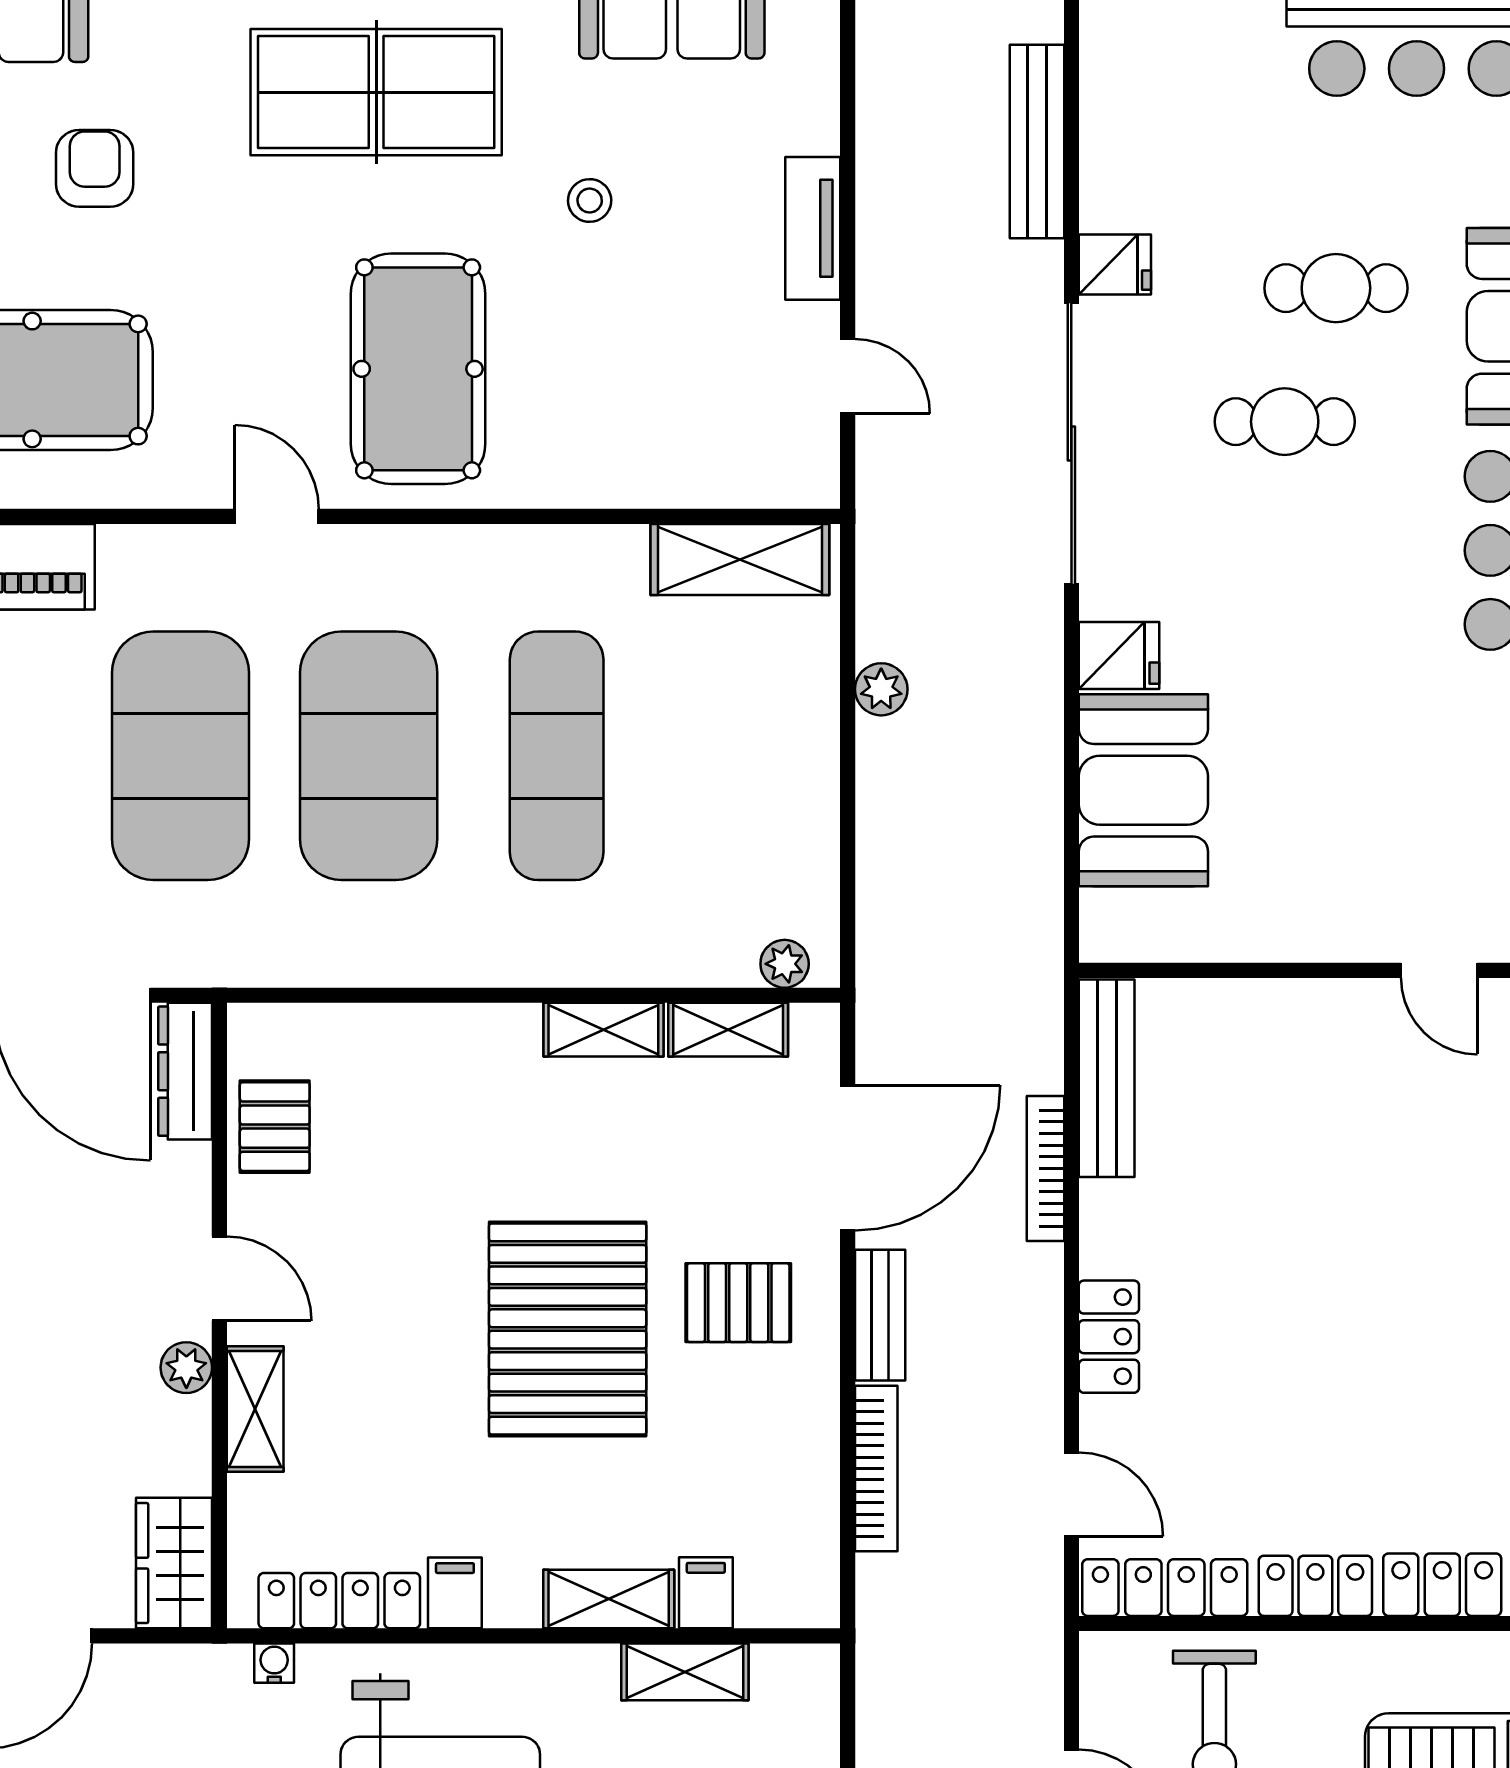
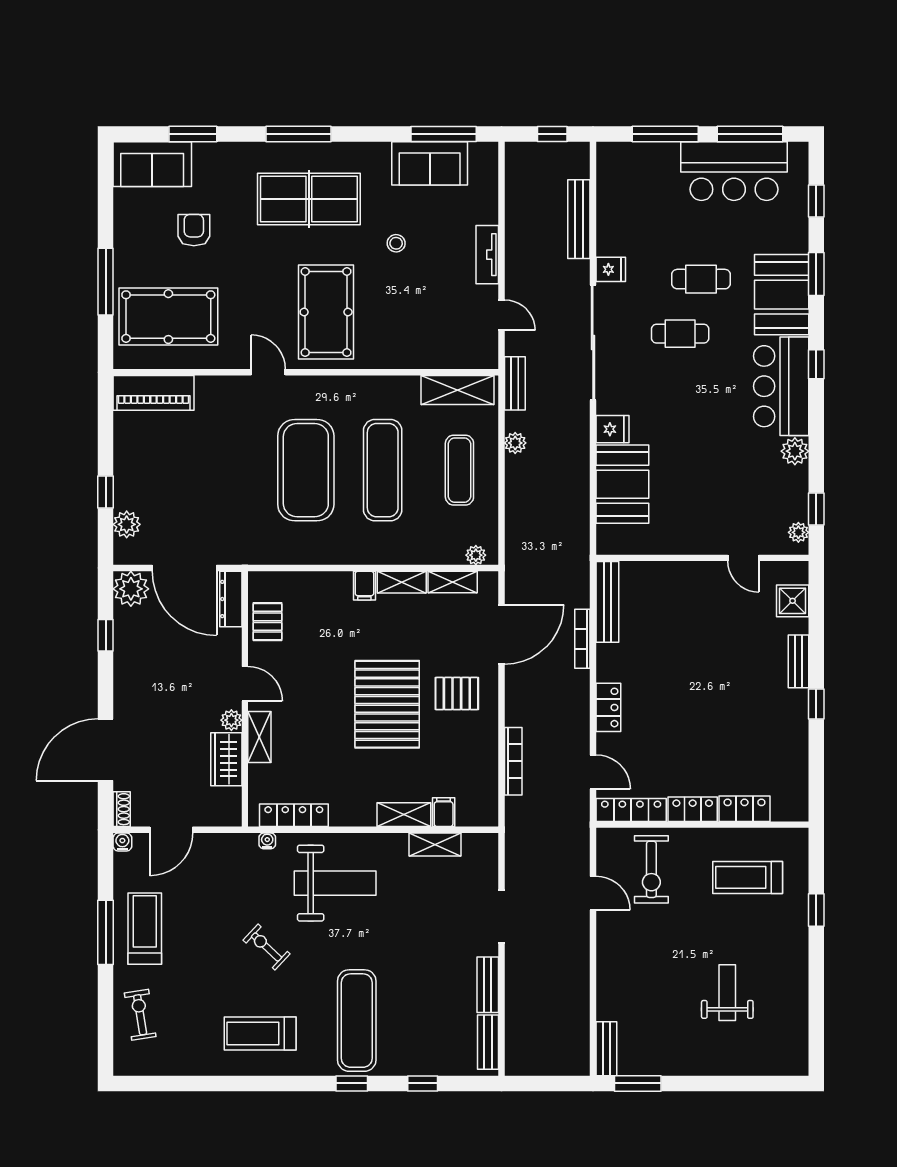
exercise mat: (181, 756) -> (459, 470), moved, width x0.50, depth x0.69
bench: (880, 1315) -> (515, 383), moved
wardrobe: (174, 1563) -> (226, 759), moved
filing cabinet: (455, 1593) -> (364, 586), moved, turned 180

